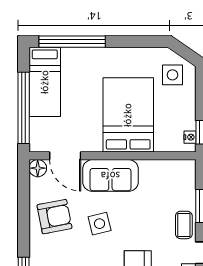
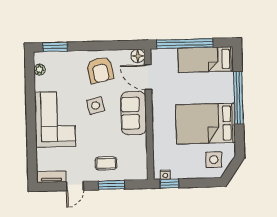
window: (72, 42) -> (238, 98), moved
bed: (128, 115) -> (206, 124), moved, turned 180
door: (65, 156) -> (148, 77), hinge flipped
coffee table: (184, 225) -> (106, 163), moved

